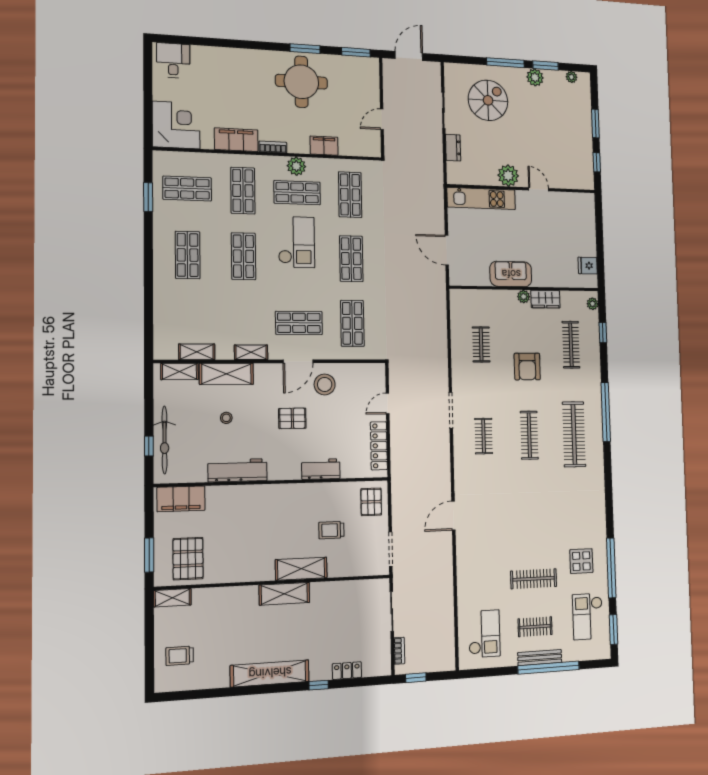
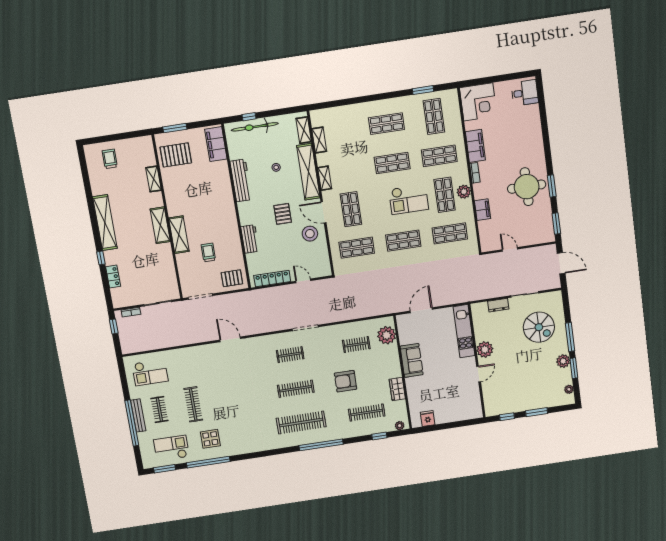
plant: (524, 297) -> (387, 335), moved, width x1.88, depth x1.88
shelving: (226, 374) -> (308, 172), width x1.47
shelving: (172, 598) -> (154, 179), moved

